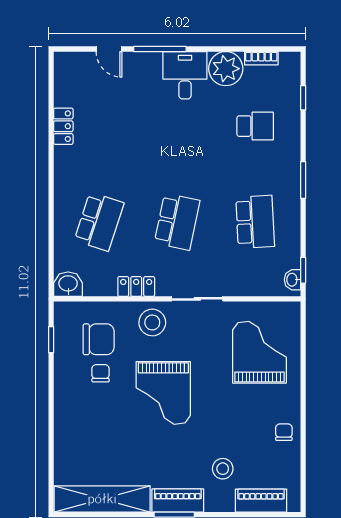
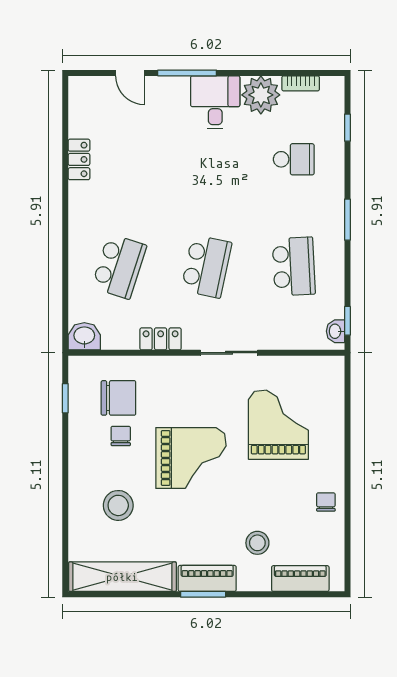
stool: (152, 322) -> (118, 505), moved
grand piano: (259, 352) -> (278, 425), moved
grand piano: (163, 393) -> (191, 458), turned -90

